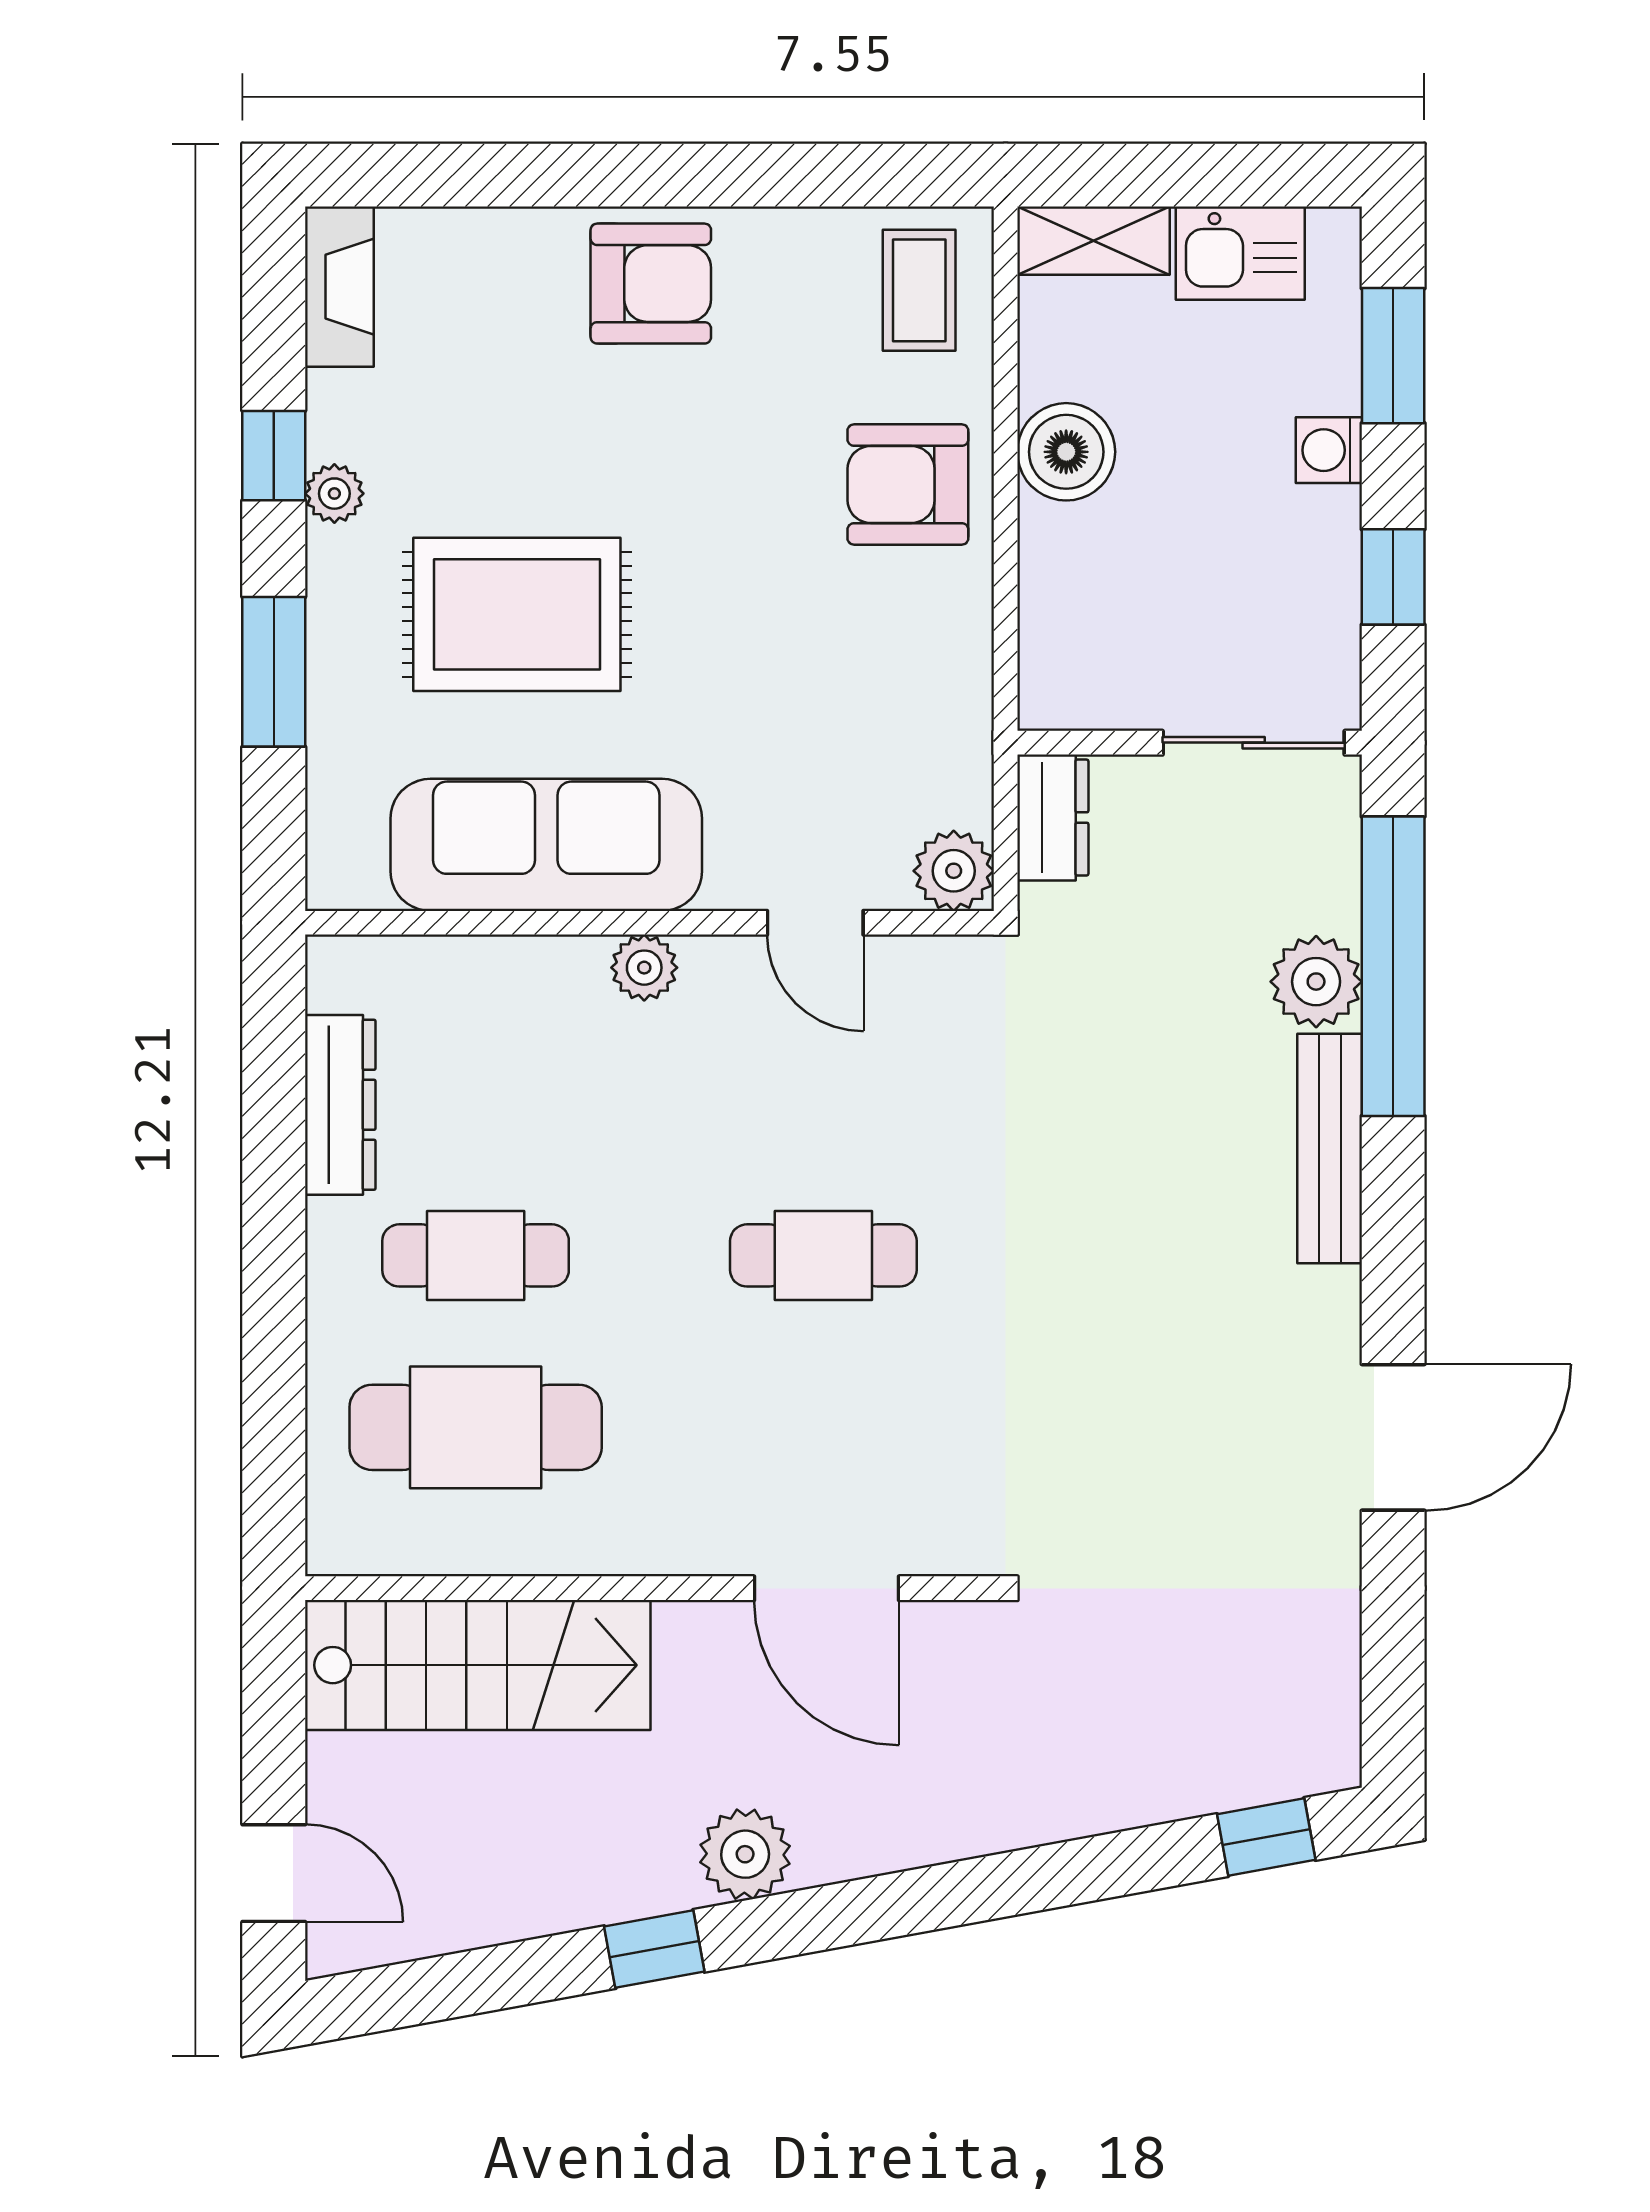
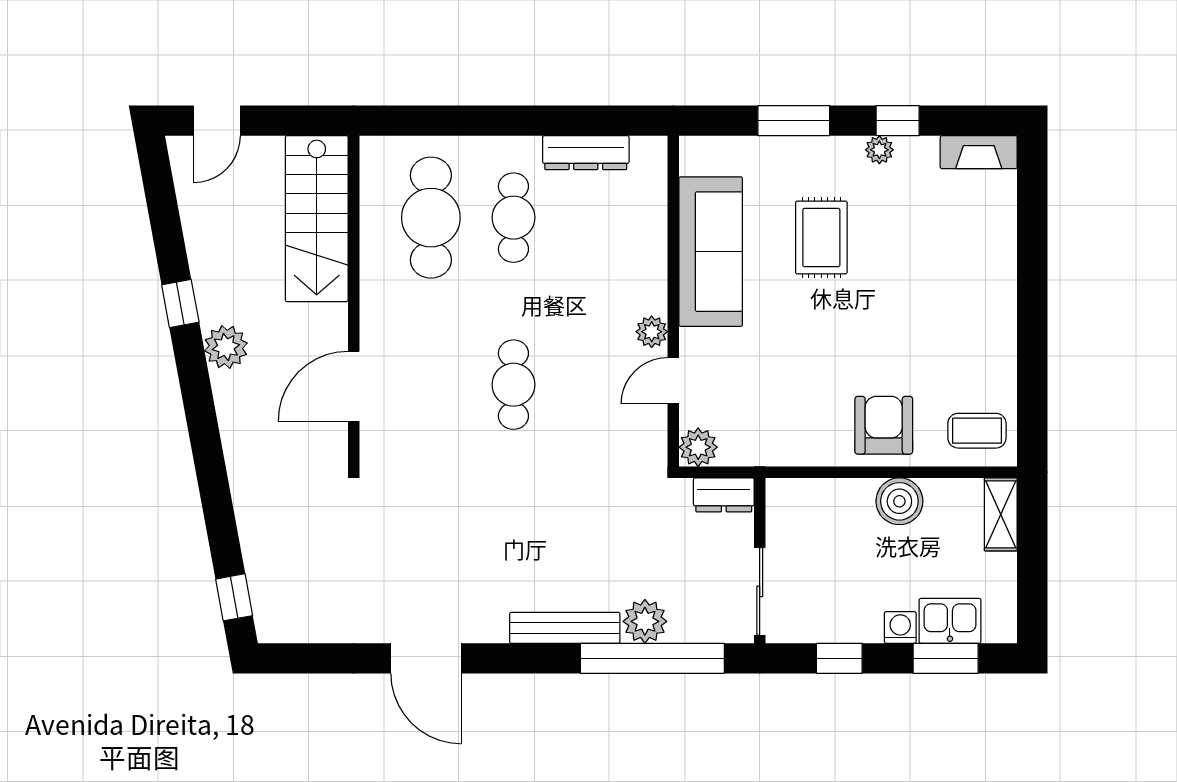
kitchen sink: (1240, 253) -> (950, 621), moved, turned 90
armchair: (651, 284) -> (980, 302), removed
rug: (517, 614) -> (821, 237), width x0.73, depth x0.70
plant: (644, 968) -> (652, 332), moved

